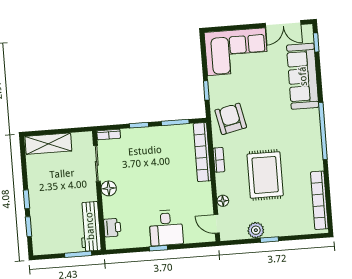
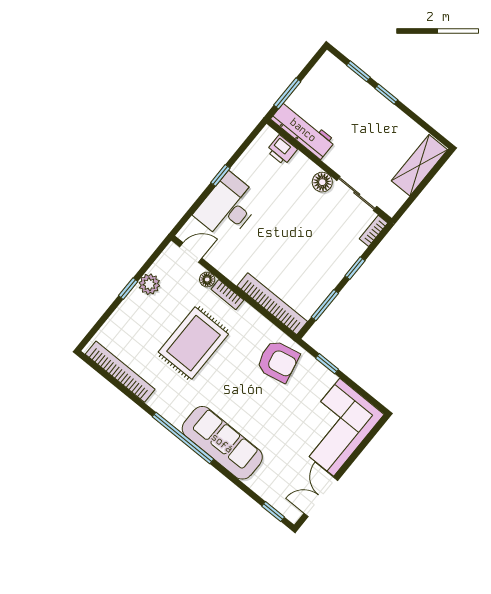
sofa: (303, 76) -> (222, 443), moved
bookcase: (219, 160) -> (227, 295), moved
rug: (265, 175) -> (193, 343), turned 90
desk: (166, 228) -> (228, 207), width x1.37

